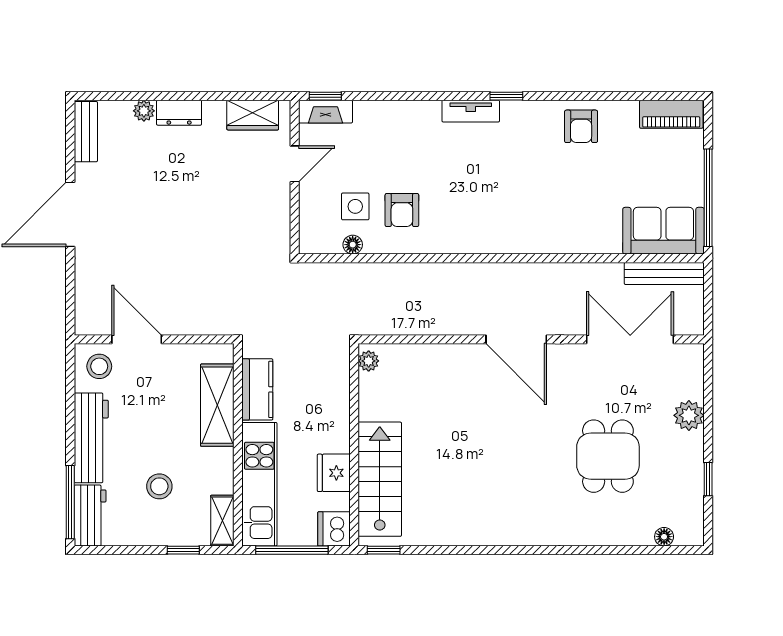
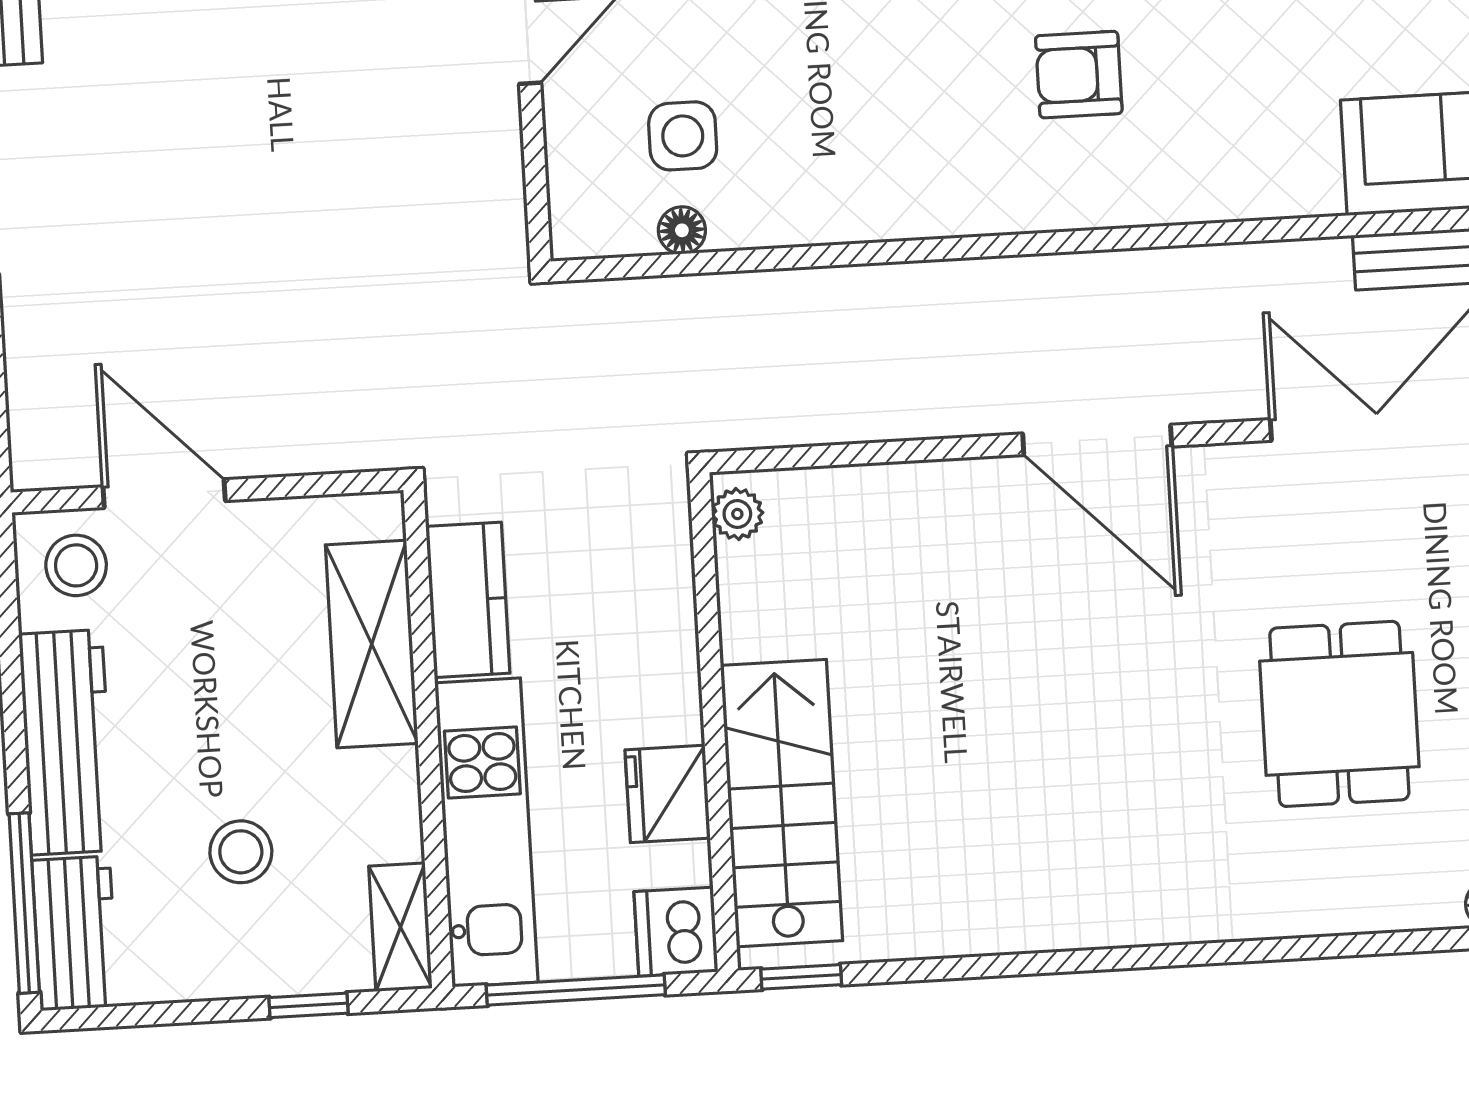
armchair: (402, 210) -> (1079, 75), moved, turned 90

